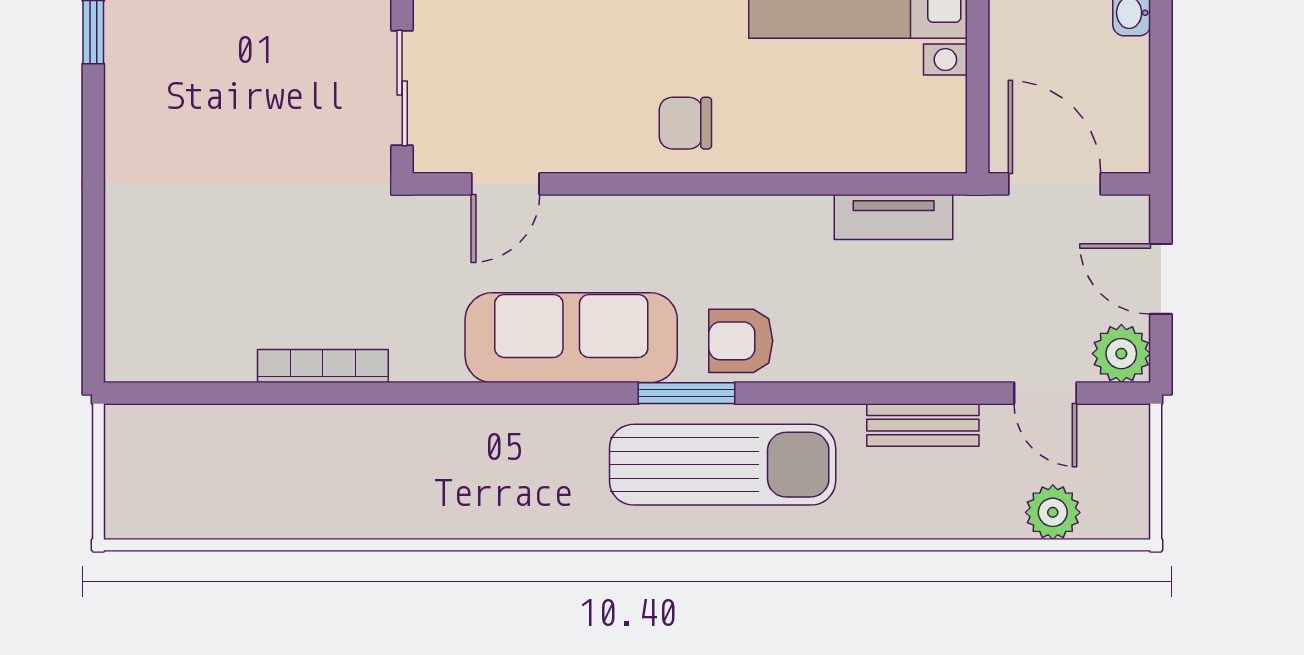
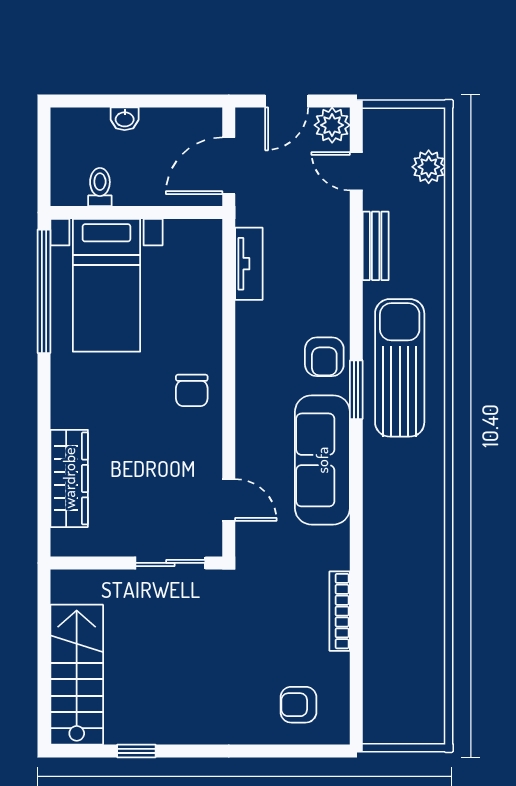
armchair: (169, 298) -> (298, 705), added
door: (1045, 393) -> (356, 171), swing flipped

